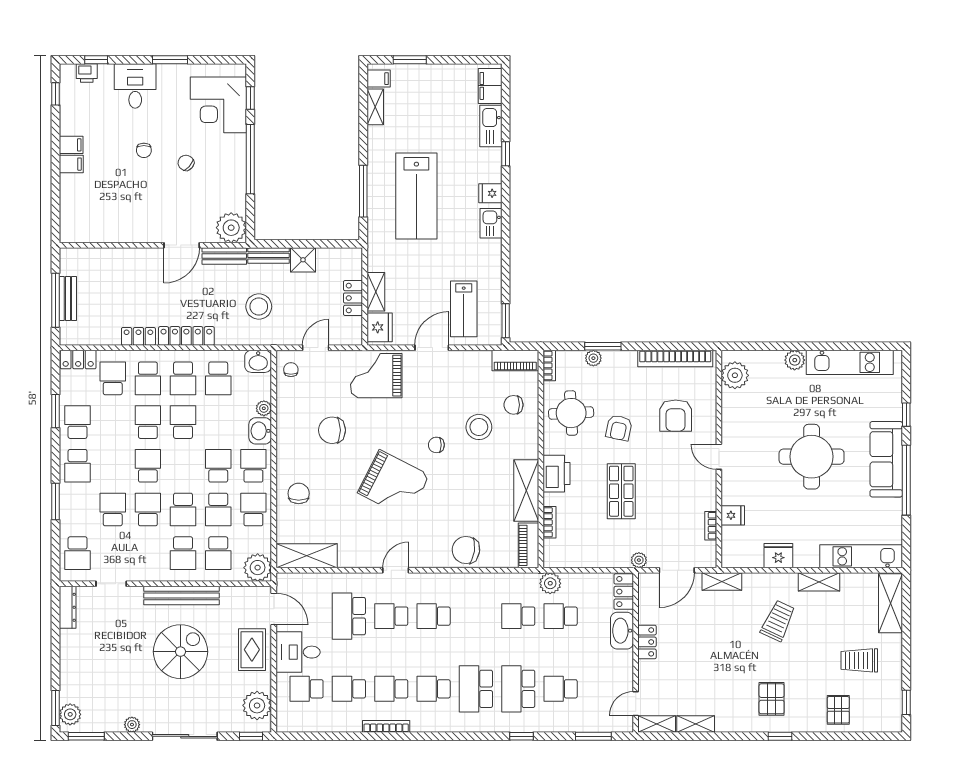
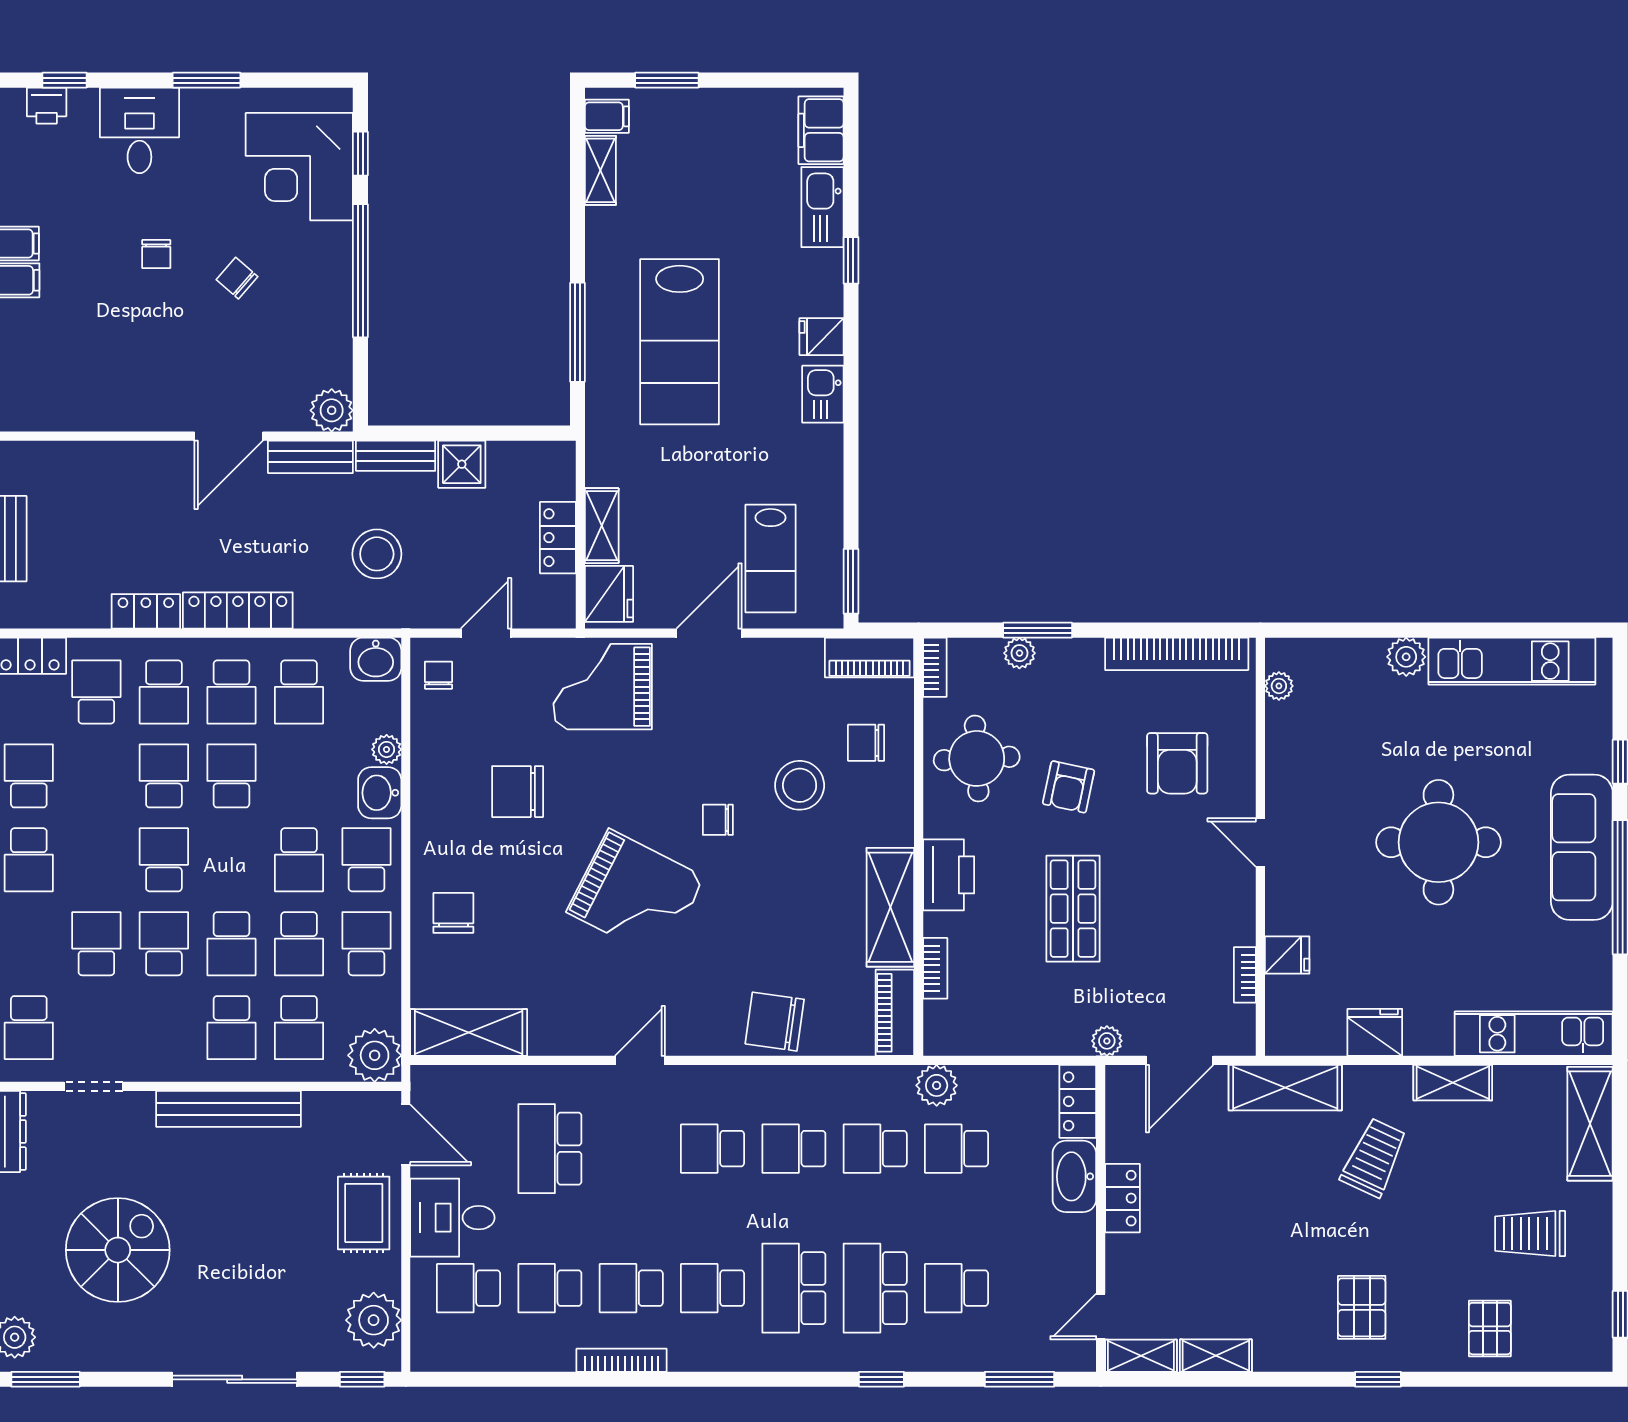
plant: (231, 228) -> (332, 410), width x0.73, depth x0.73
plant: (735, 375) -> (1279, 686), width x0.53, depth x0.53
school desk: (218, 466) -> (299, 860), turned 180
shelving: (722, 581) -> (1285, 1088), width x1.50, depth x1.33
school desk: (391, 616) -> (794, 1149), moved
spiral stairs: (180, 652) -> (118, 1250), moved
plant: (132, 725) -> (133, 1357), removed

